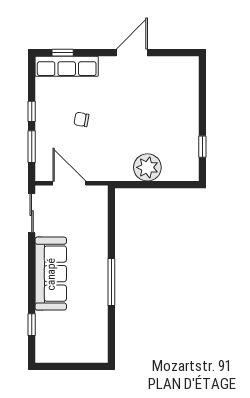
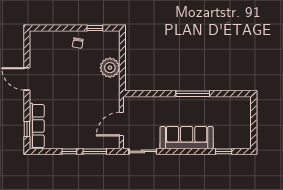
chair: (81, 119) -> (78, 43), moved

